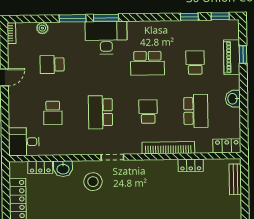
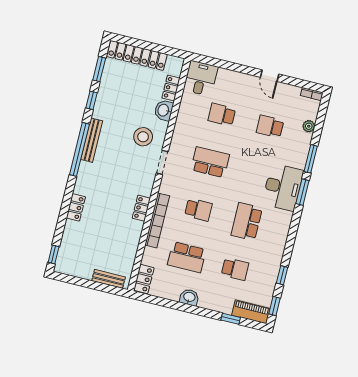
piano: (232, 57) -> (251, 312), moved
school desk: (52, 65) -> (270, 126), turned -90
locker: (191, 165) -> (141, 208), moved

